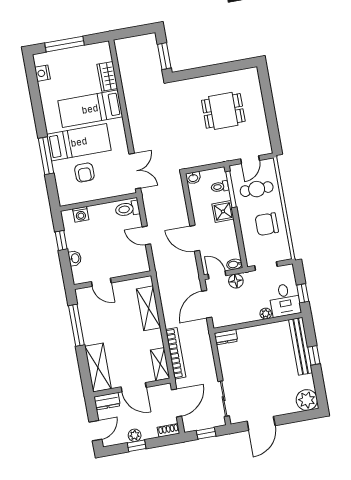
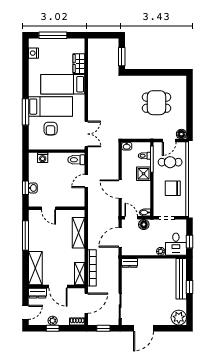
floor lamp: (265, 148) -> (181, 134), added
door: (146, 235) -> (86, 181), hinge flipped
window: (61, 240) -> (25, 188), moved

